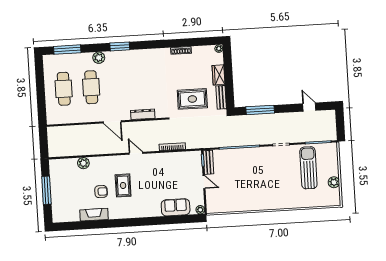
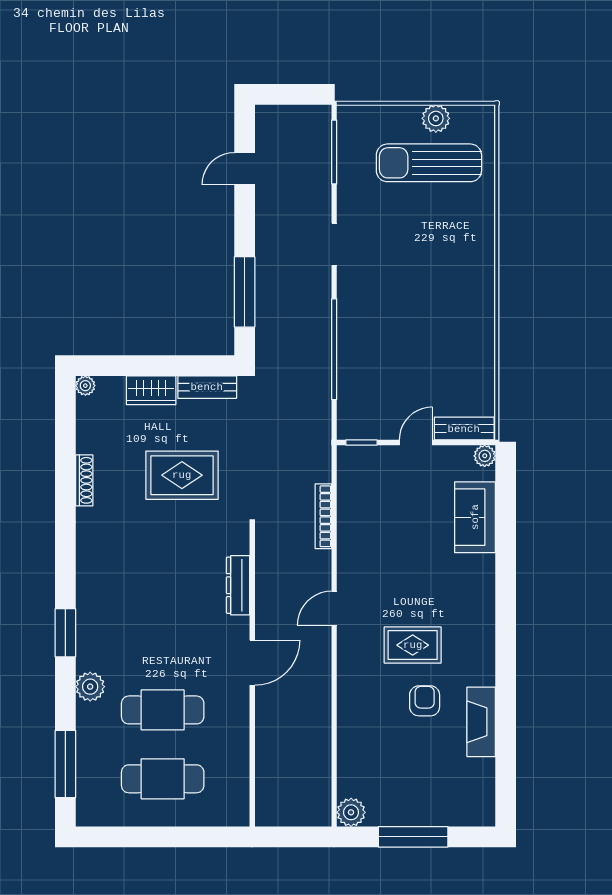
rug: (192, 99) -> (182, 475), moved, turned 90
bench: (208, 162) -> (464, 429), moved
plant: (83, 163) -> (351, 812), moved
sun lounger: (308, 168) -> (429, 163), moved

